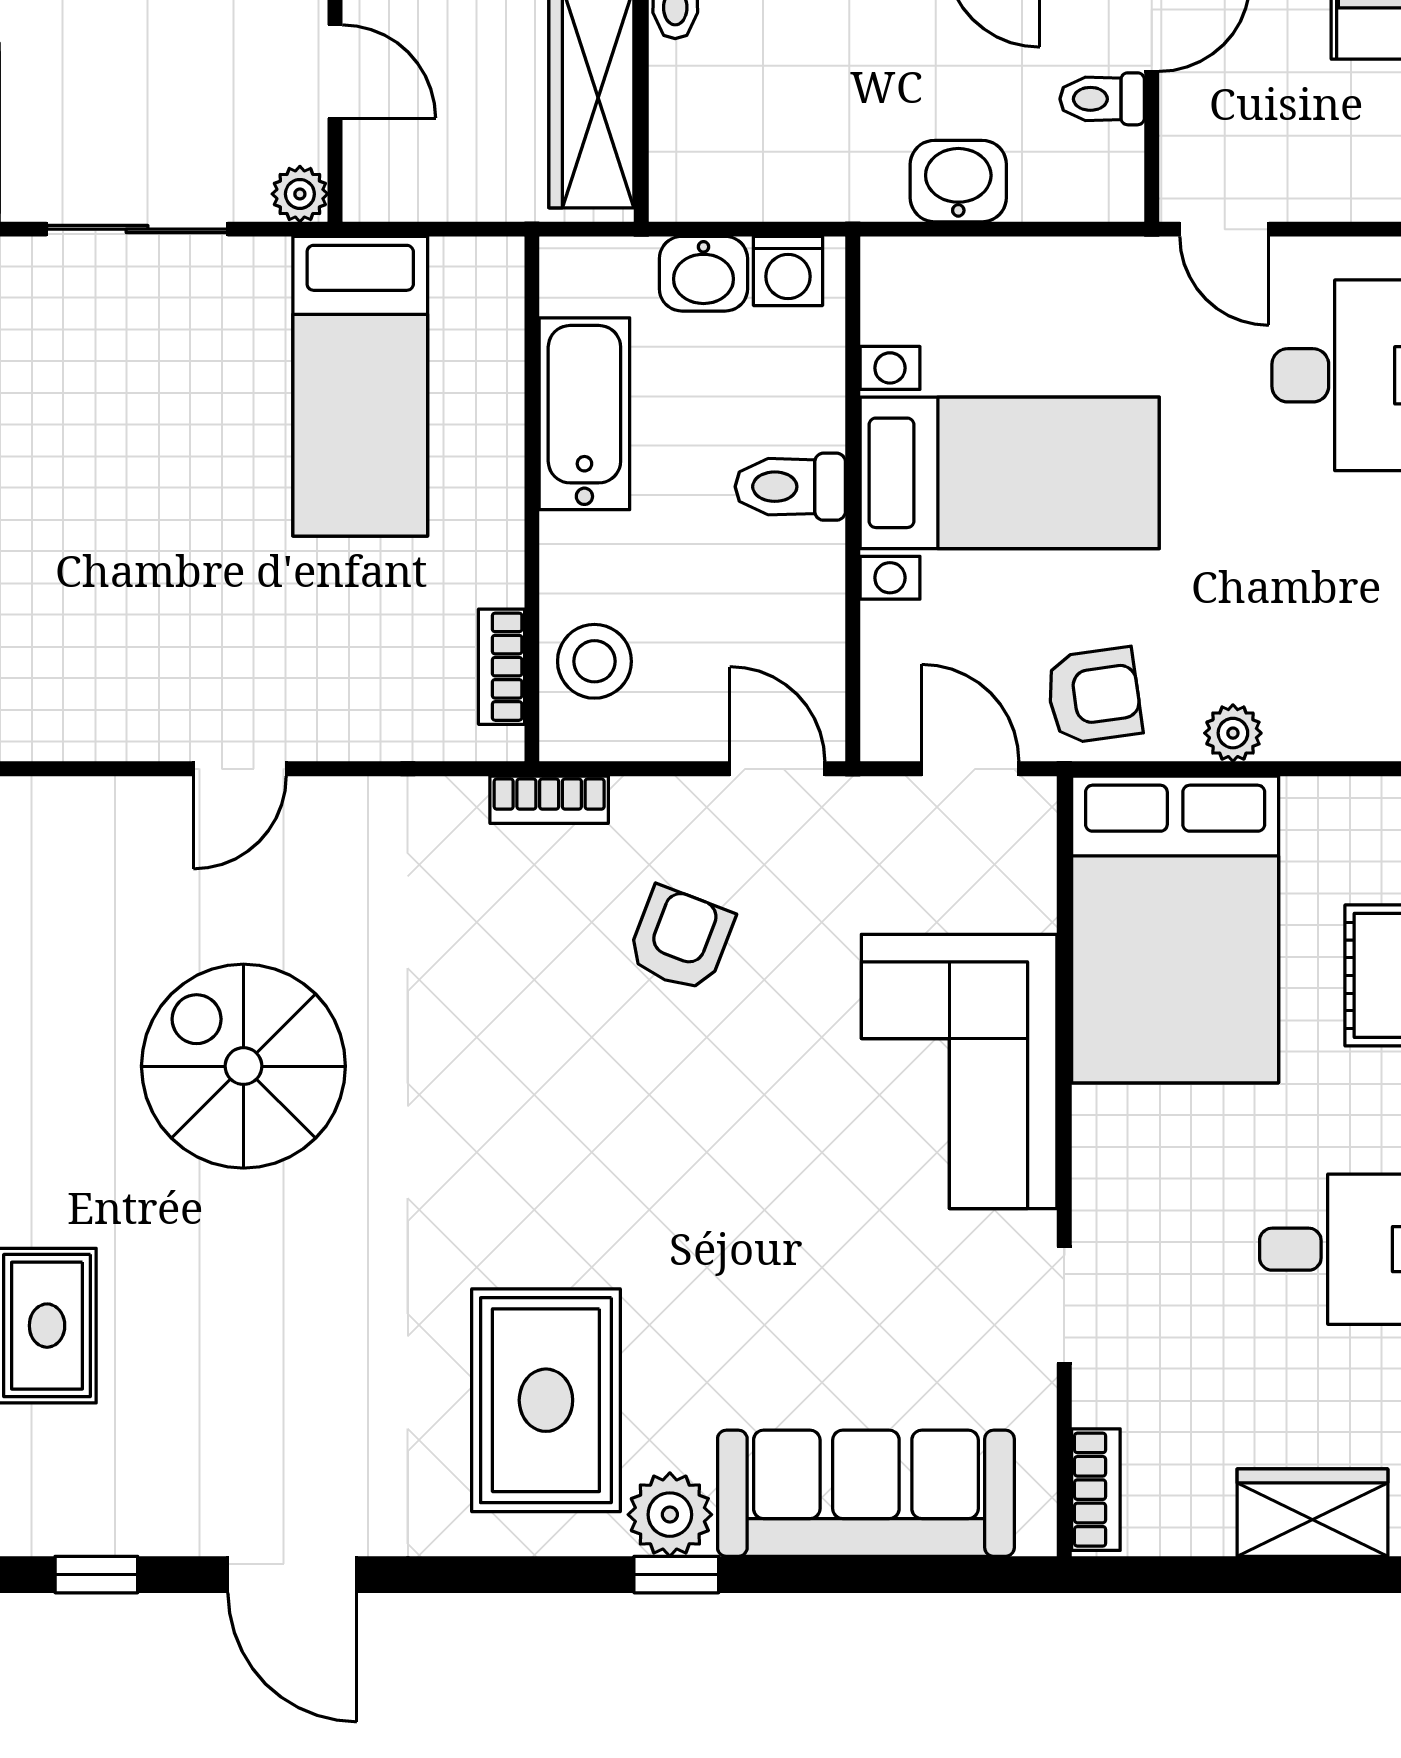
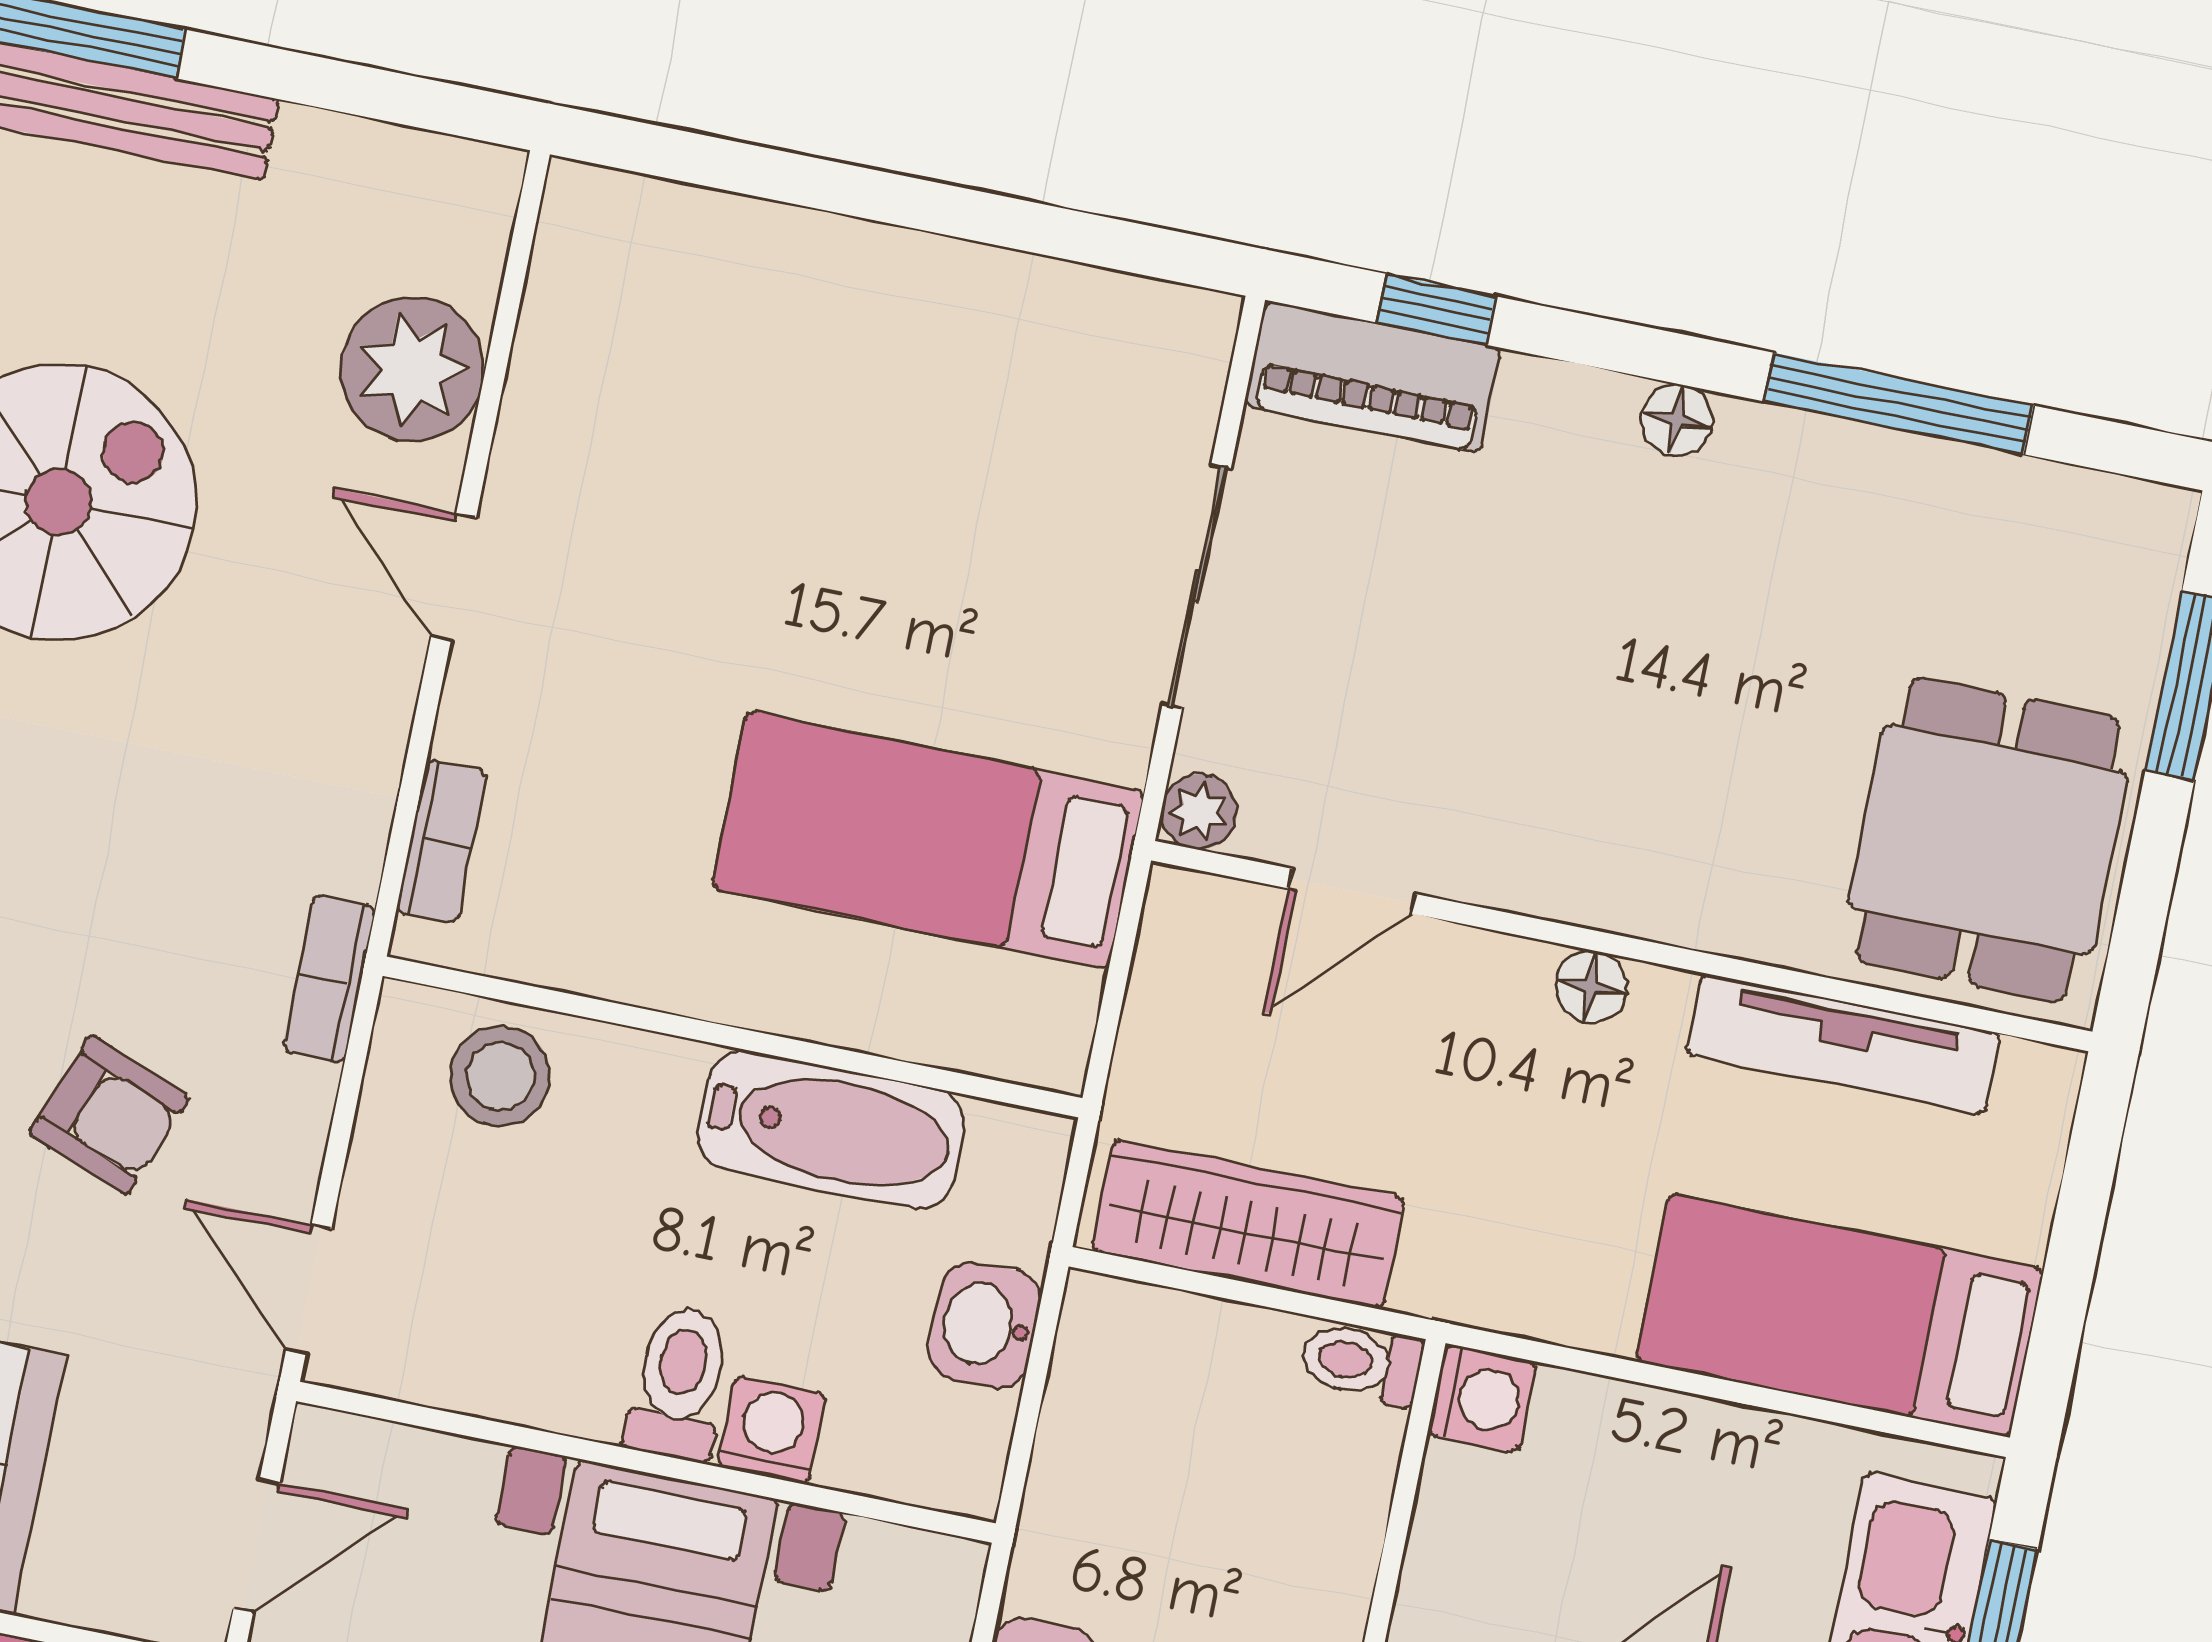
washing machine: (788, 271) -> (772, 1430), moved, turned 90
bookcase: (502, 667) -> (442, 841), moved, turned 90
door: (777, 769) -> (309, 1290), swing flipped
plant: (96, 829) -> (412, 369), added

